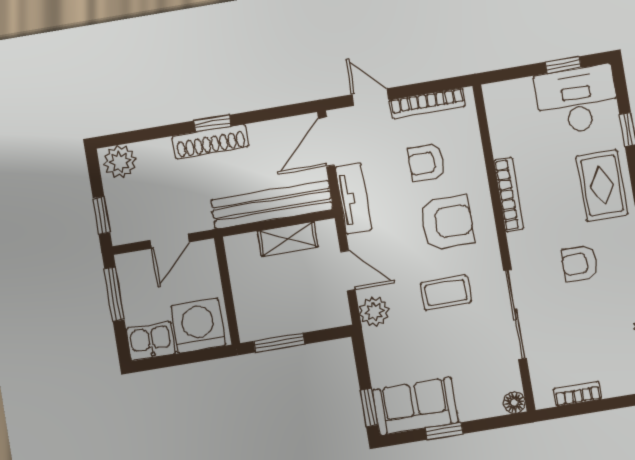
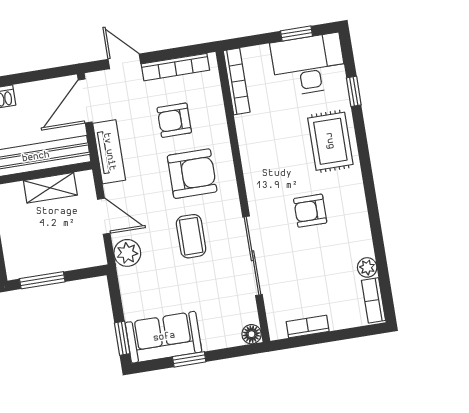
bookcase: (509, 195) -> (237, 81), moved
coffee table: (446, 293) -> (191, 236), turned 90

